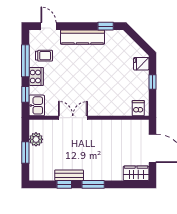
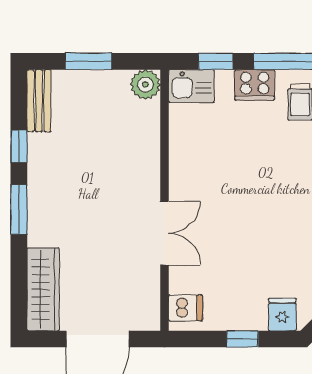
double door: (73, 118) -> (164, 233), moved
plant: (36, 139) -> (145, 85), moved
wardrobe: (136, 173) -> (43, 289), width x1.50
bench: (69, 175) -> (39, 101), moved

